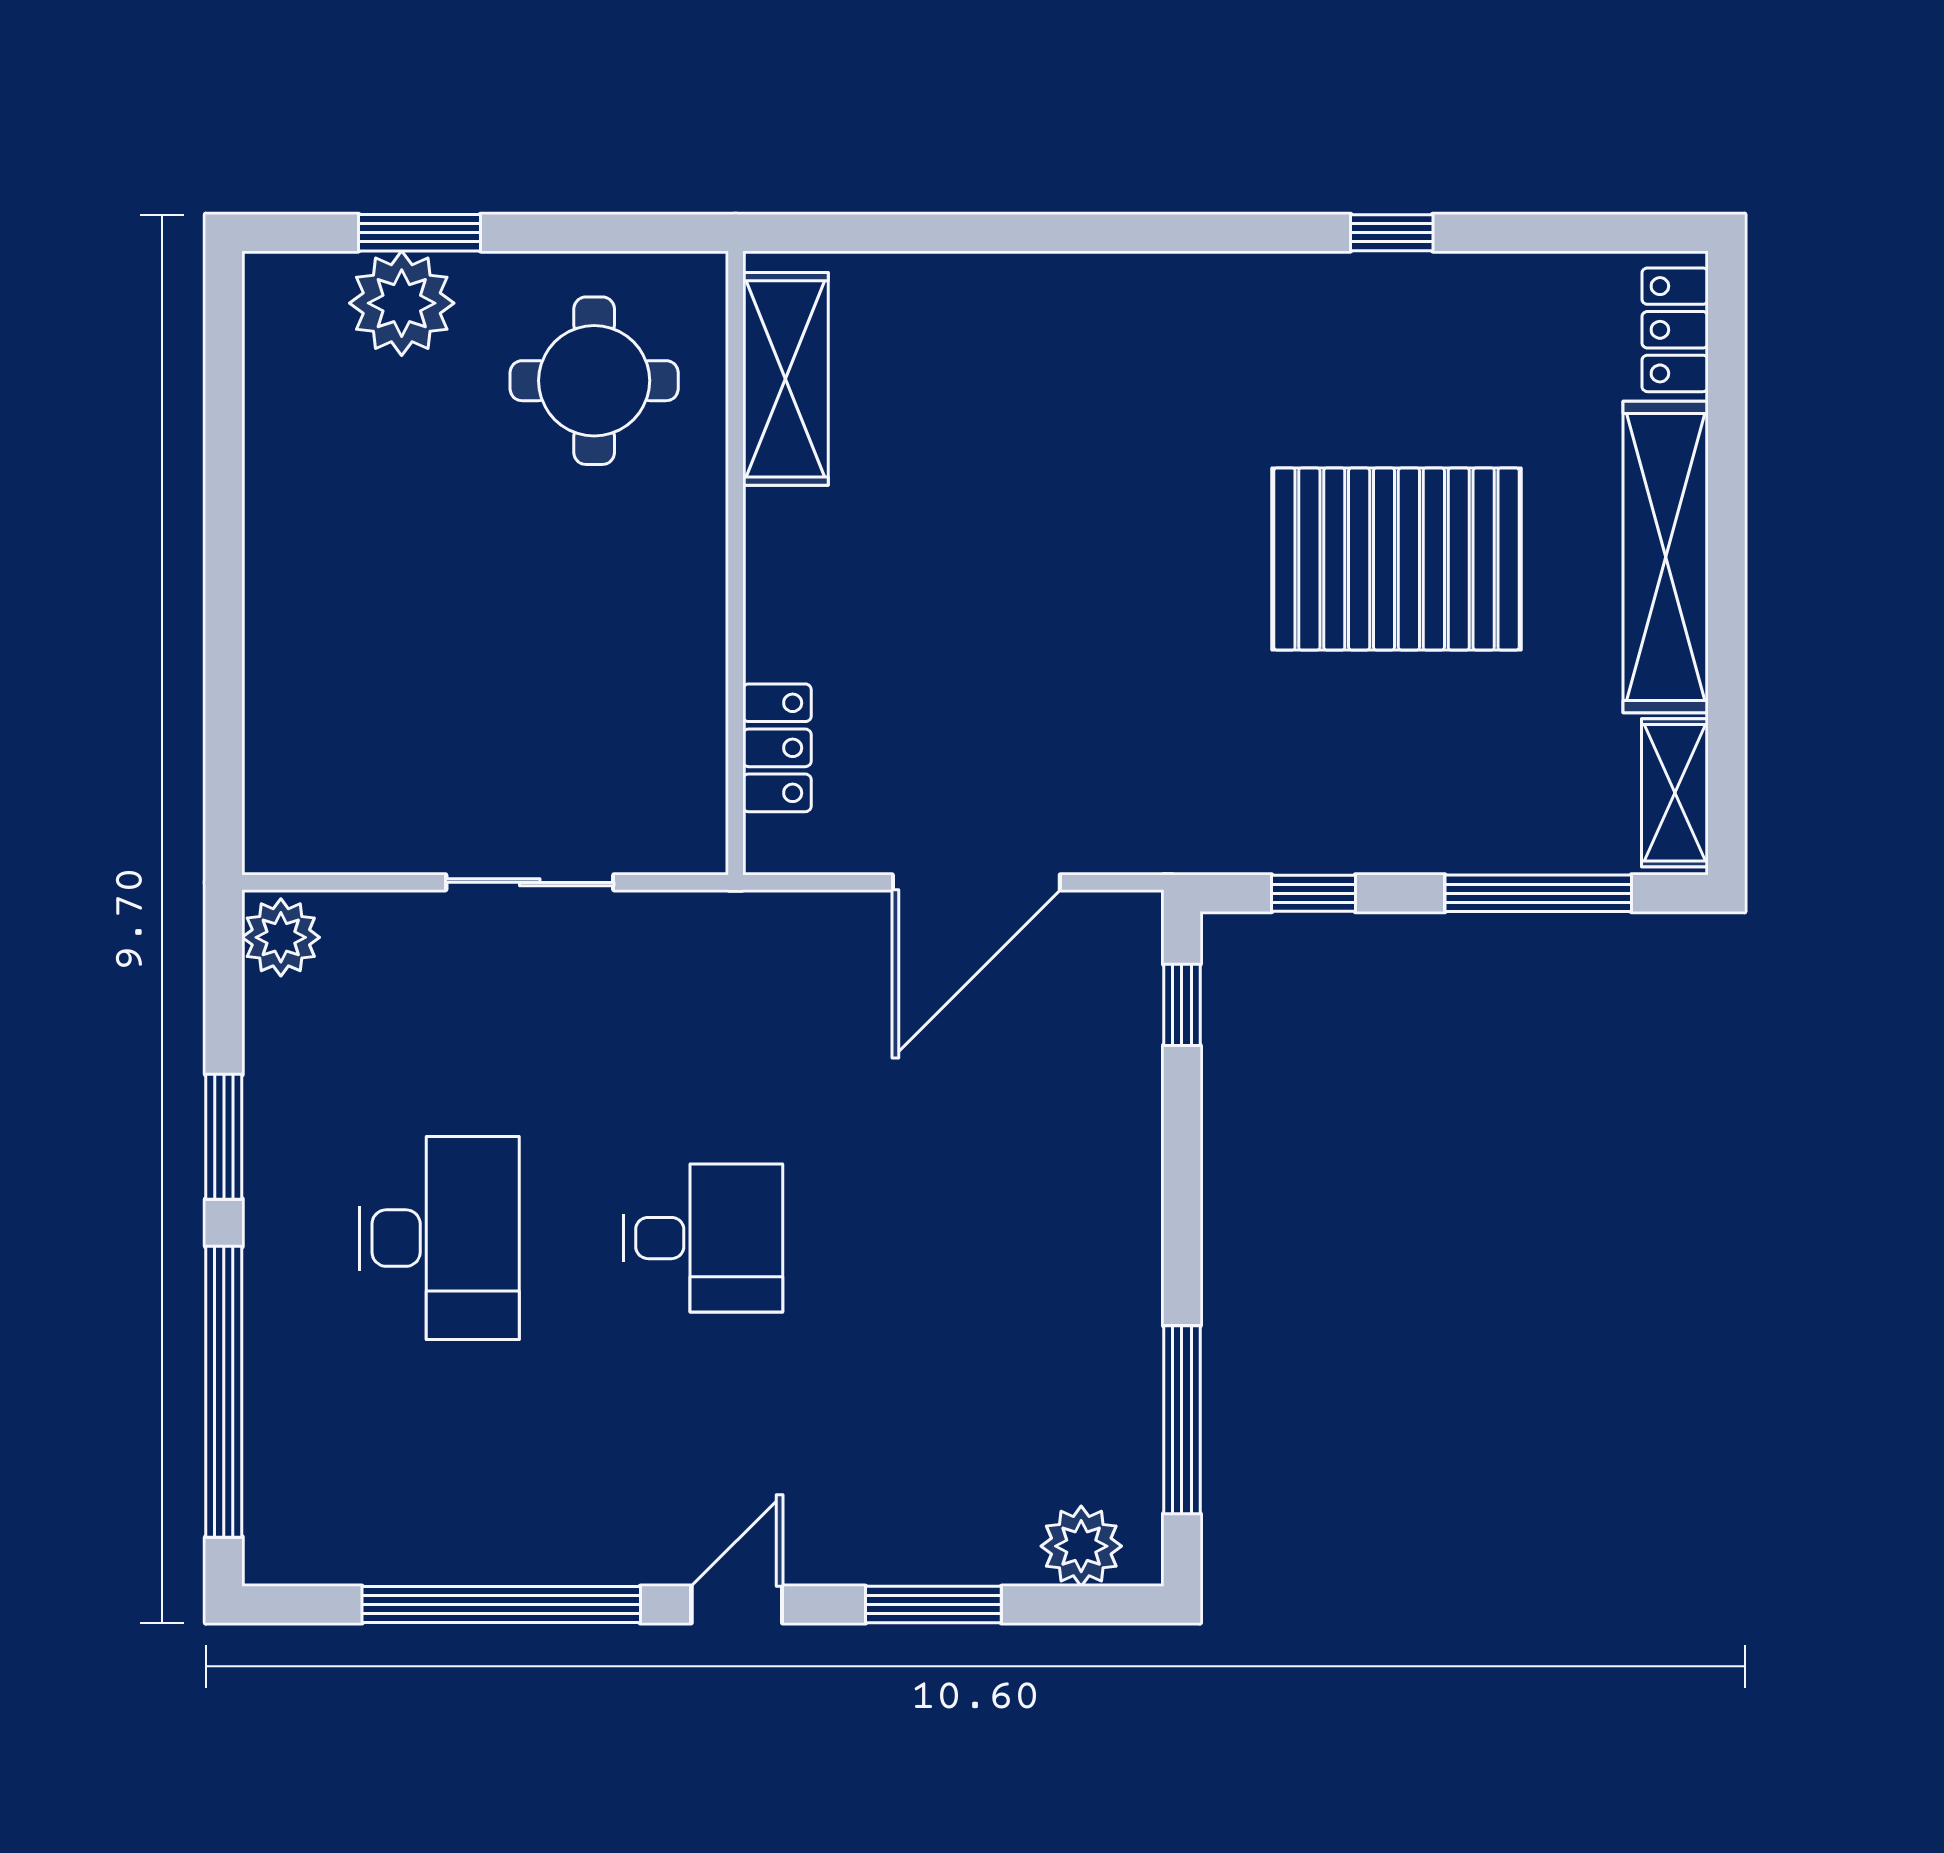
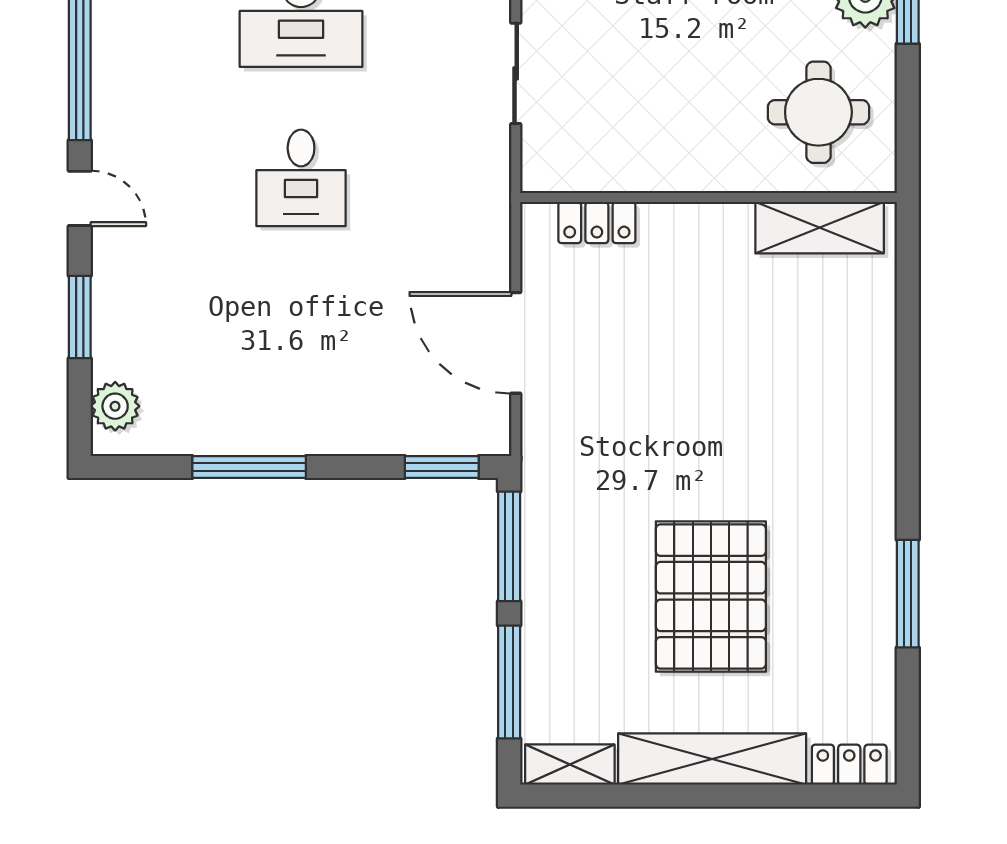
window: (1392, 233) -> (908, 594), width x2.17
window: (1314, 893) -> (509, 546), width x2.17
window: (1182, 1005) -> (442, 467), width x1.50
window: (1182, 1420) -> (249, 467), moved

